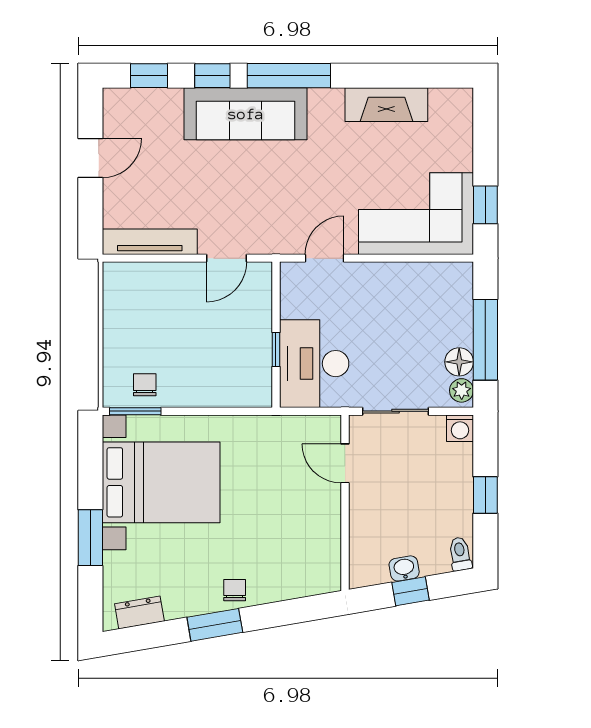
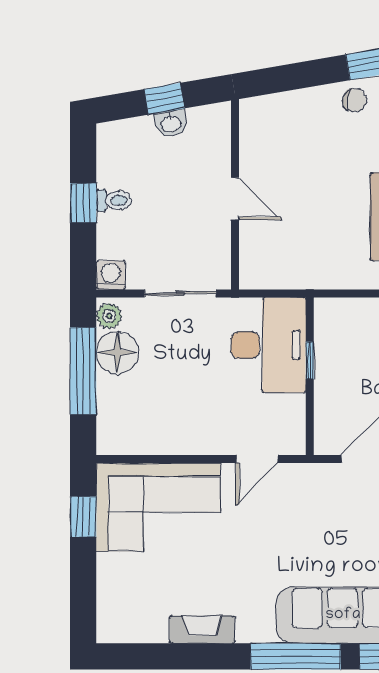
fireplace: (386, 105) -> (202, 630), width x0.73, depth x0.76
floor lamp: (459, 362) -> (117, 353), width x1.38, depth x1.38
door: (345, 463) -> (235, 199), moved
toilet: (460, 554) -> (114, 200), moved, turned -80
chair: (235, 590) -> (355, 100), turned -76

